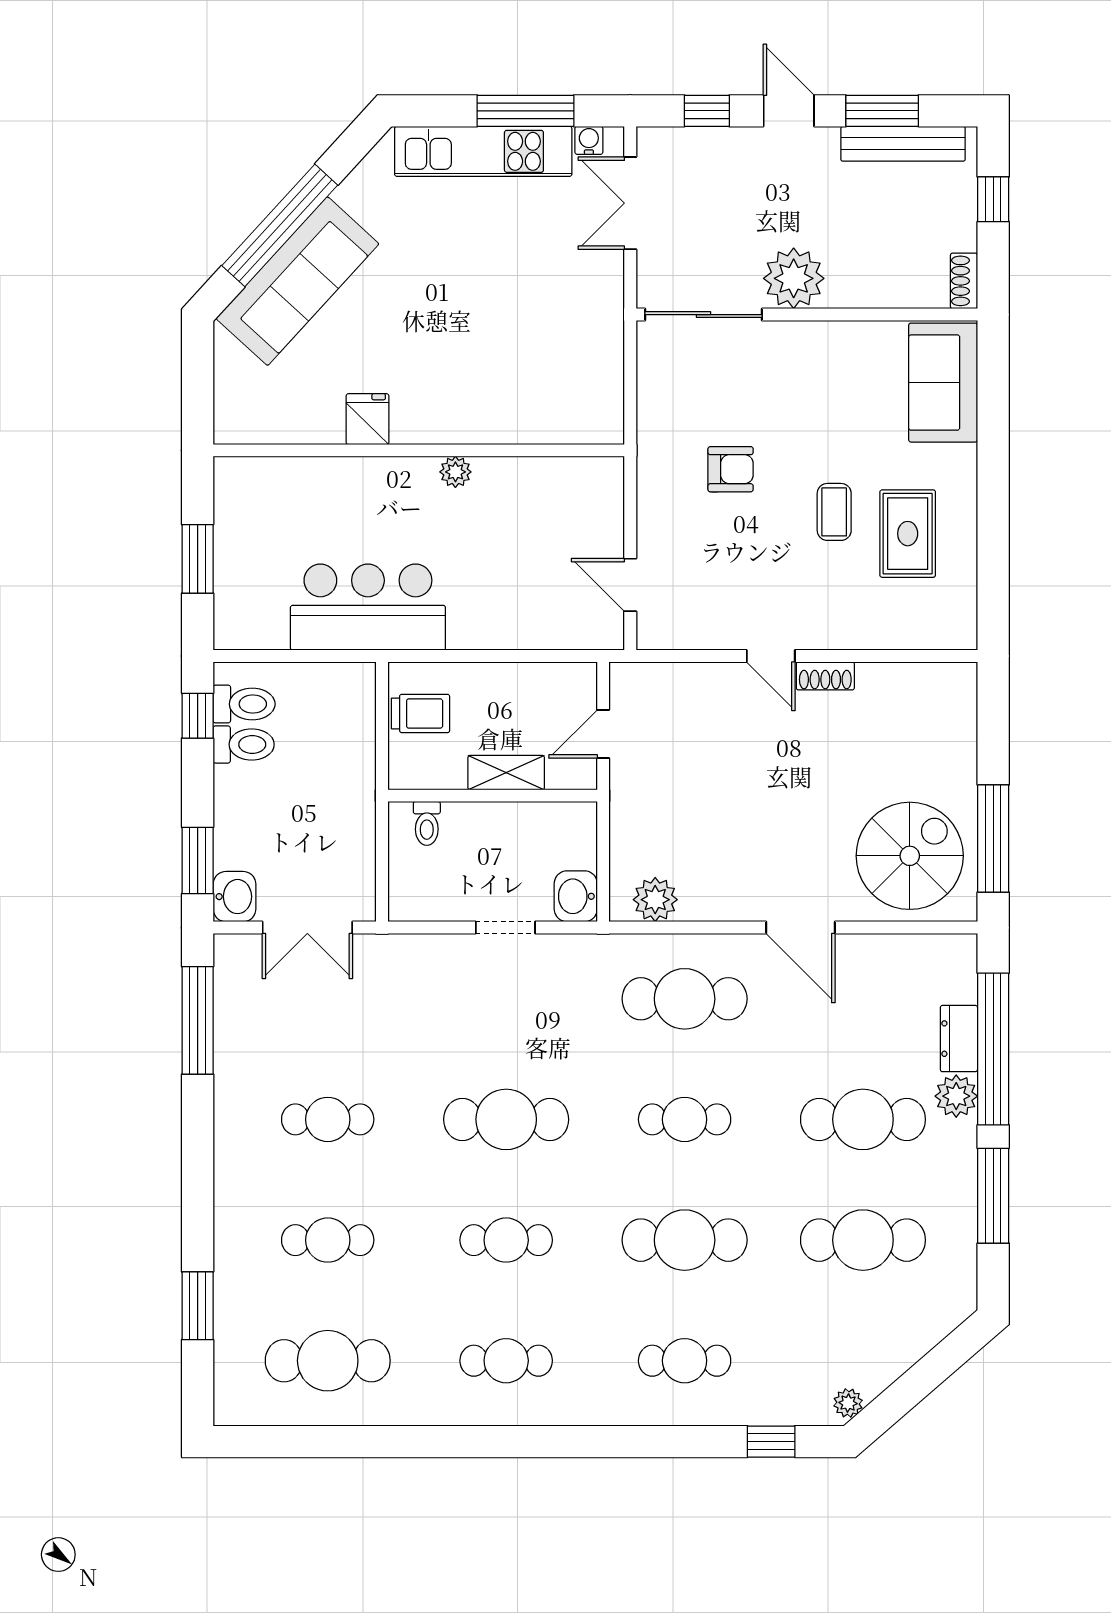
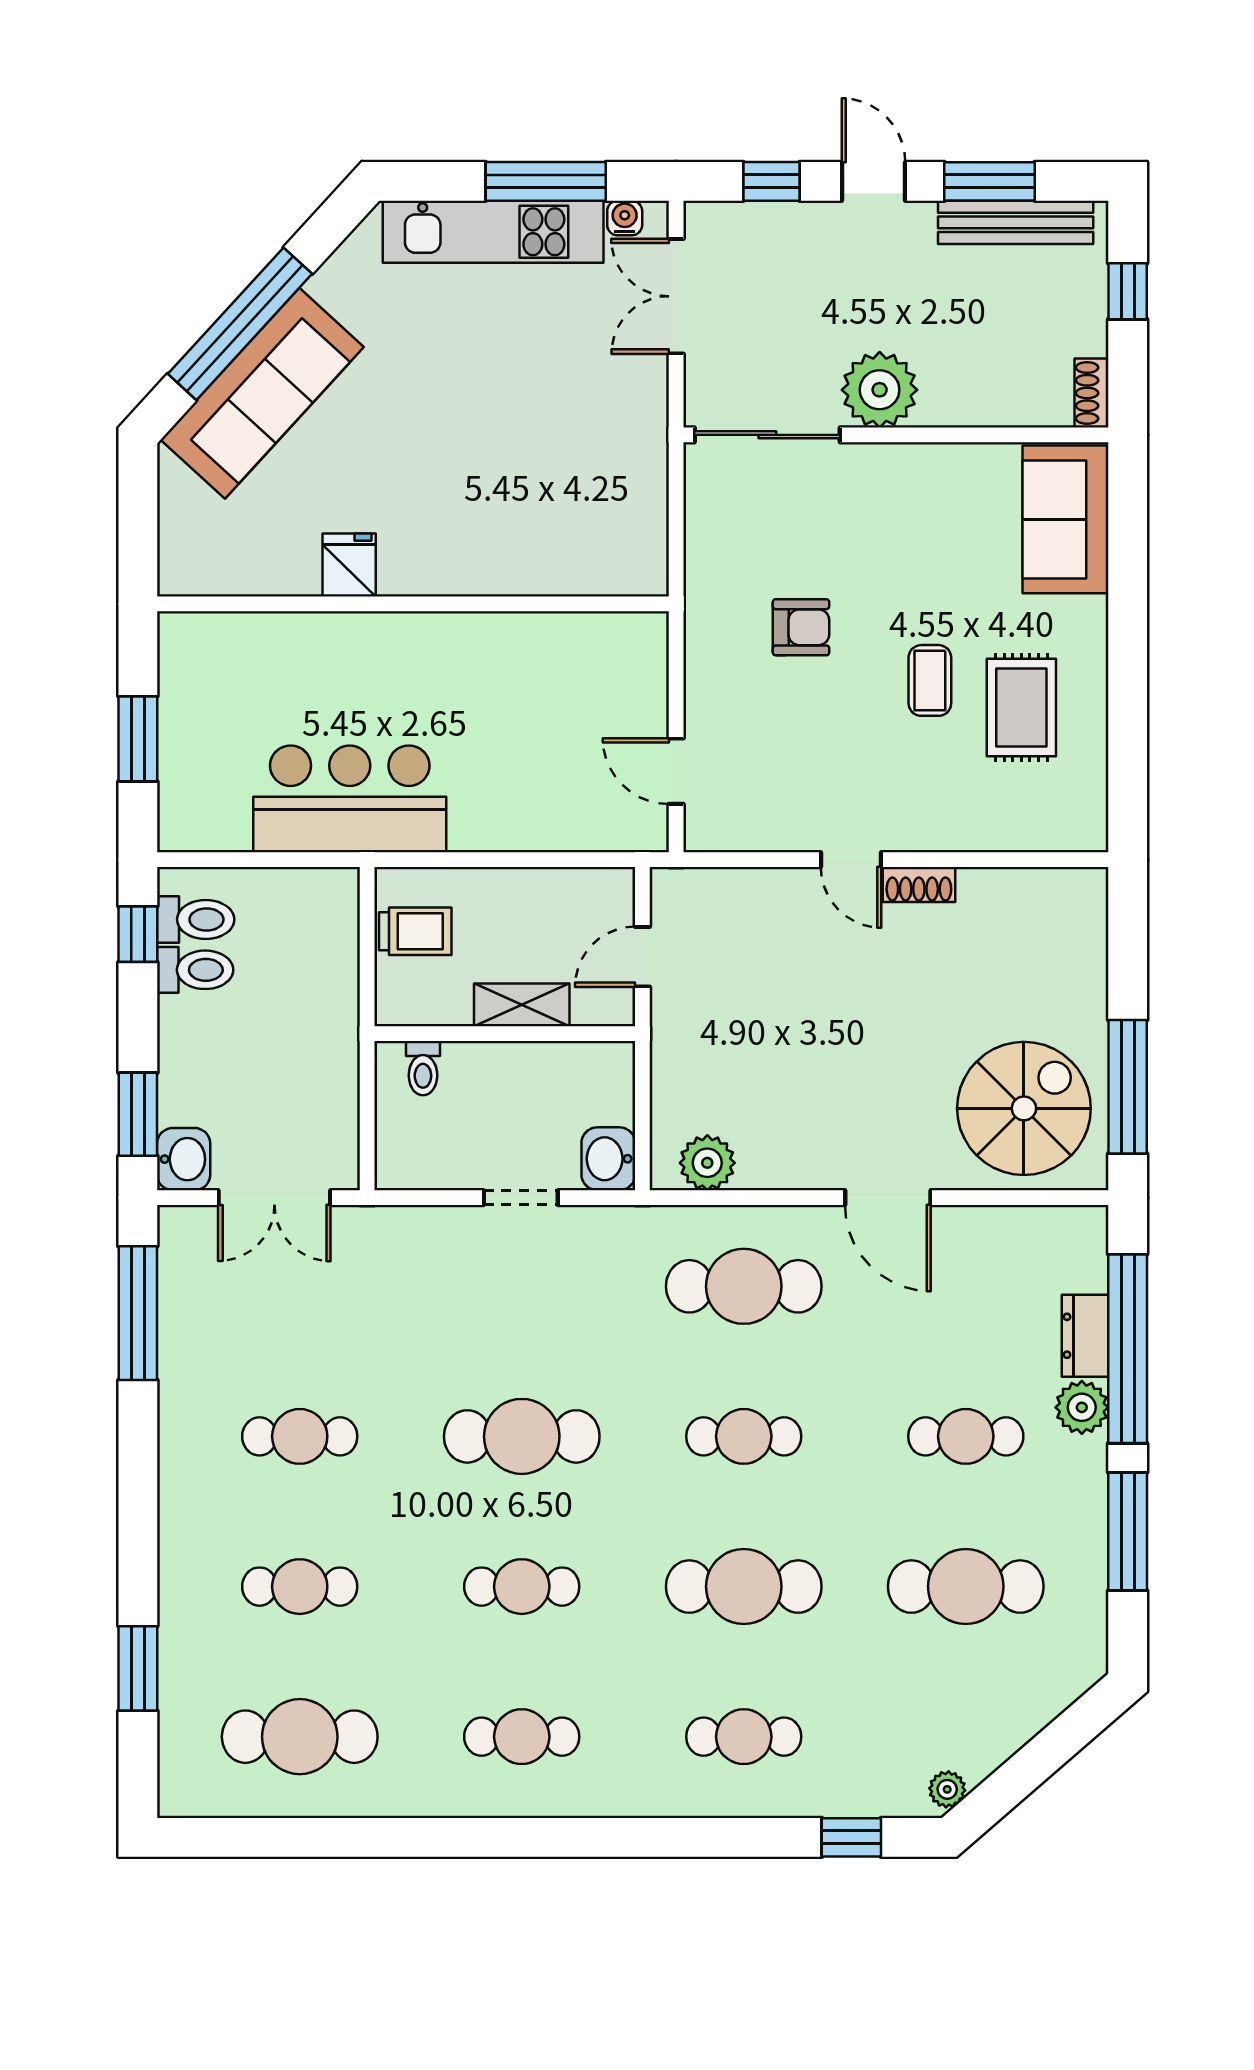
plant: (455, 472) -> (459, 631), removed
cafe table: (863, 1119) -> (966, 1436), width x0.73, depth x0.74

